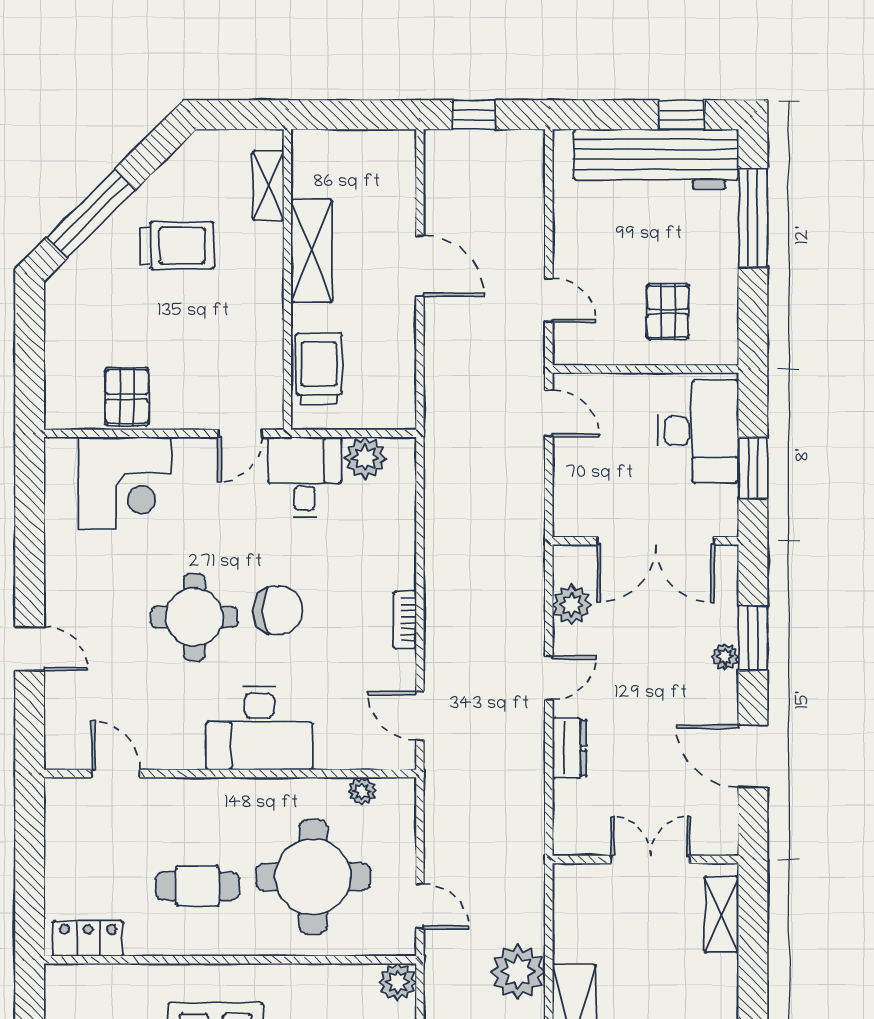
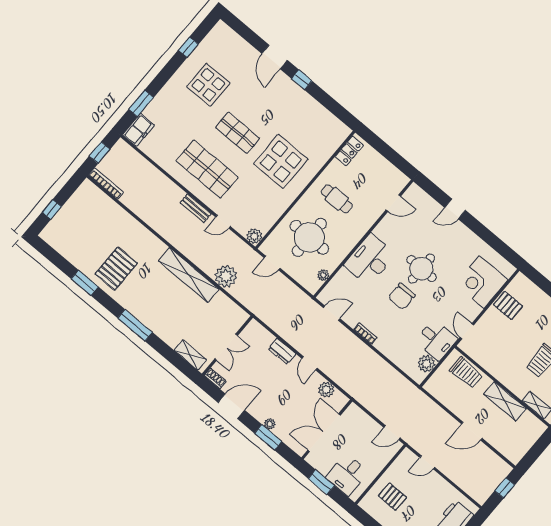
desk: (698, 431) -> (347, 475), width x0.73
shoe rack: (726, 830) -> (215, 378), added
cafe table: (197, 886) -> (337, 199), turned 90

